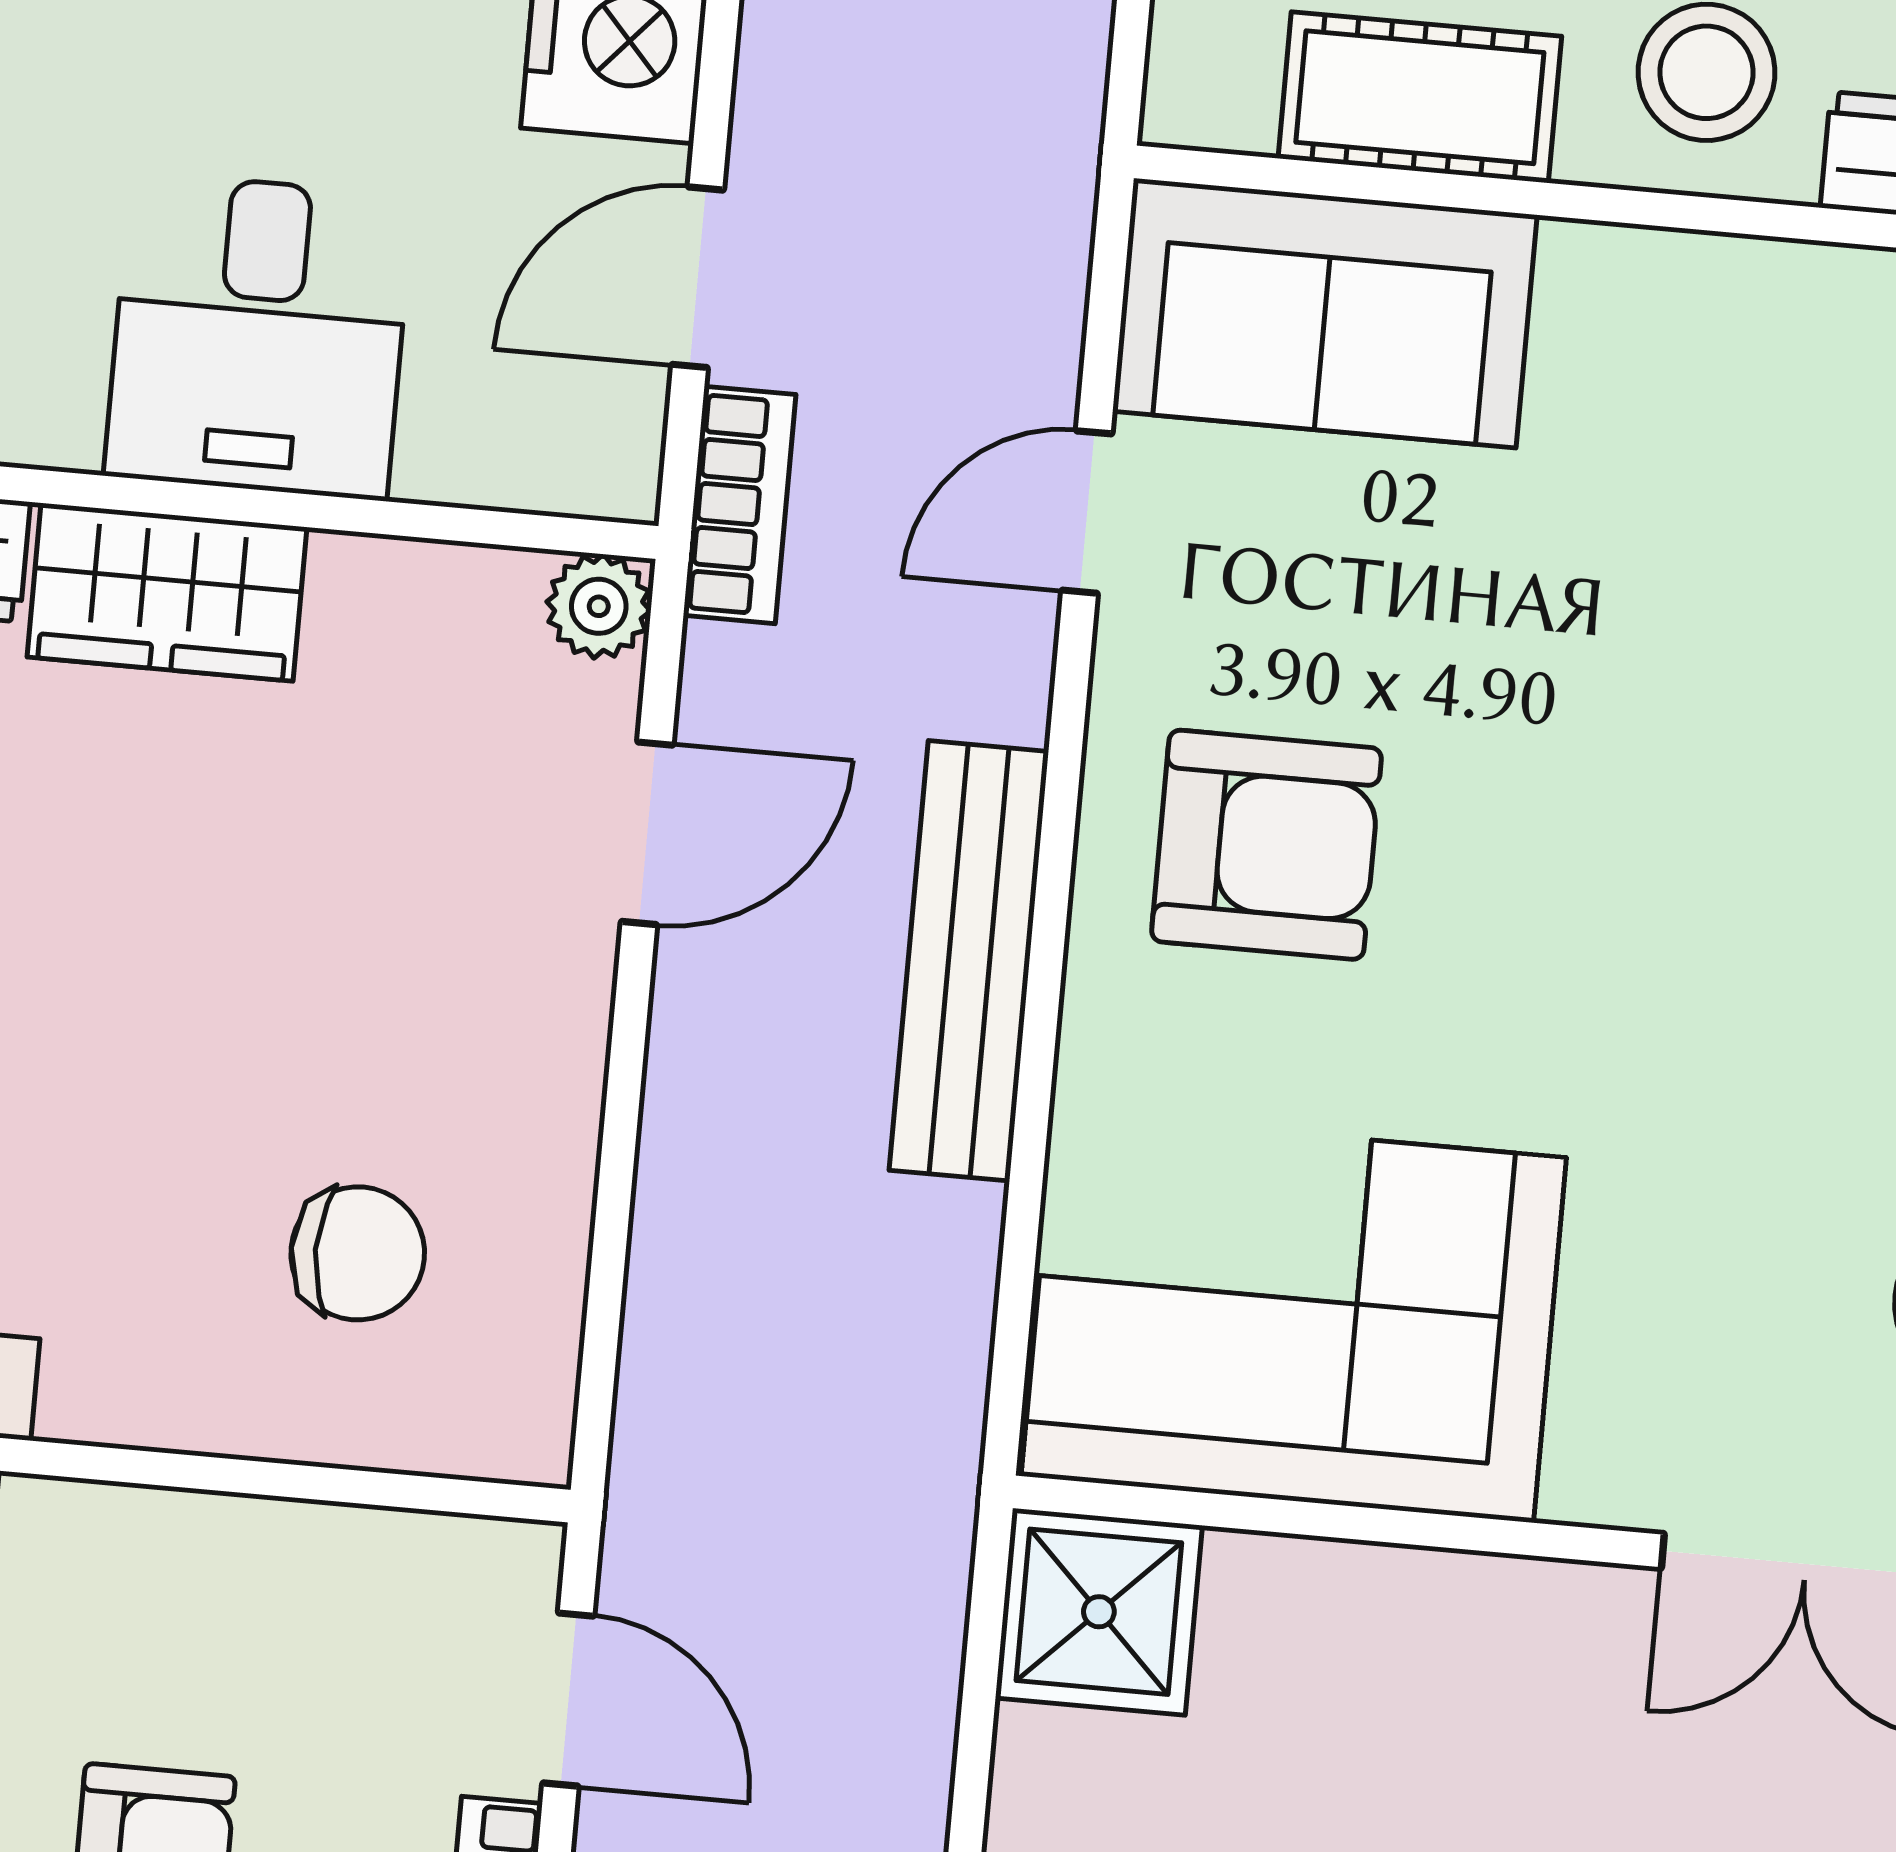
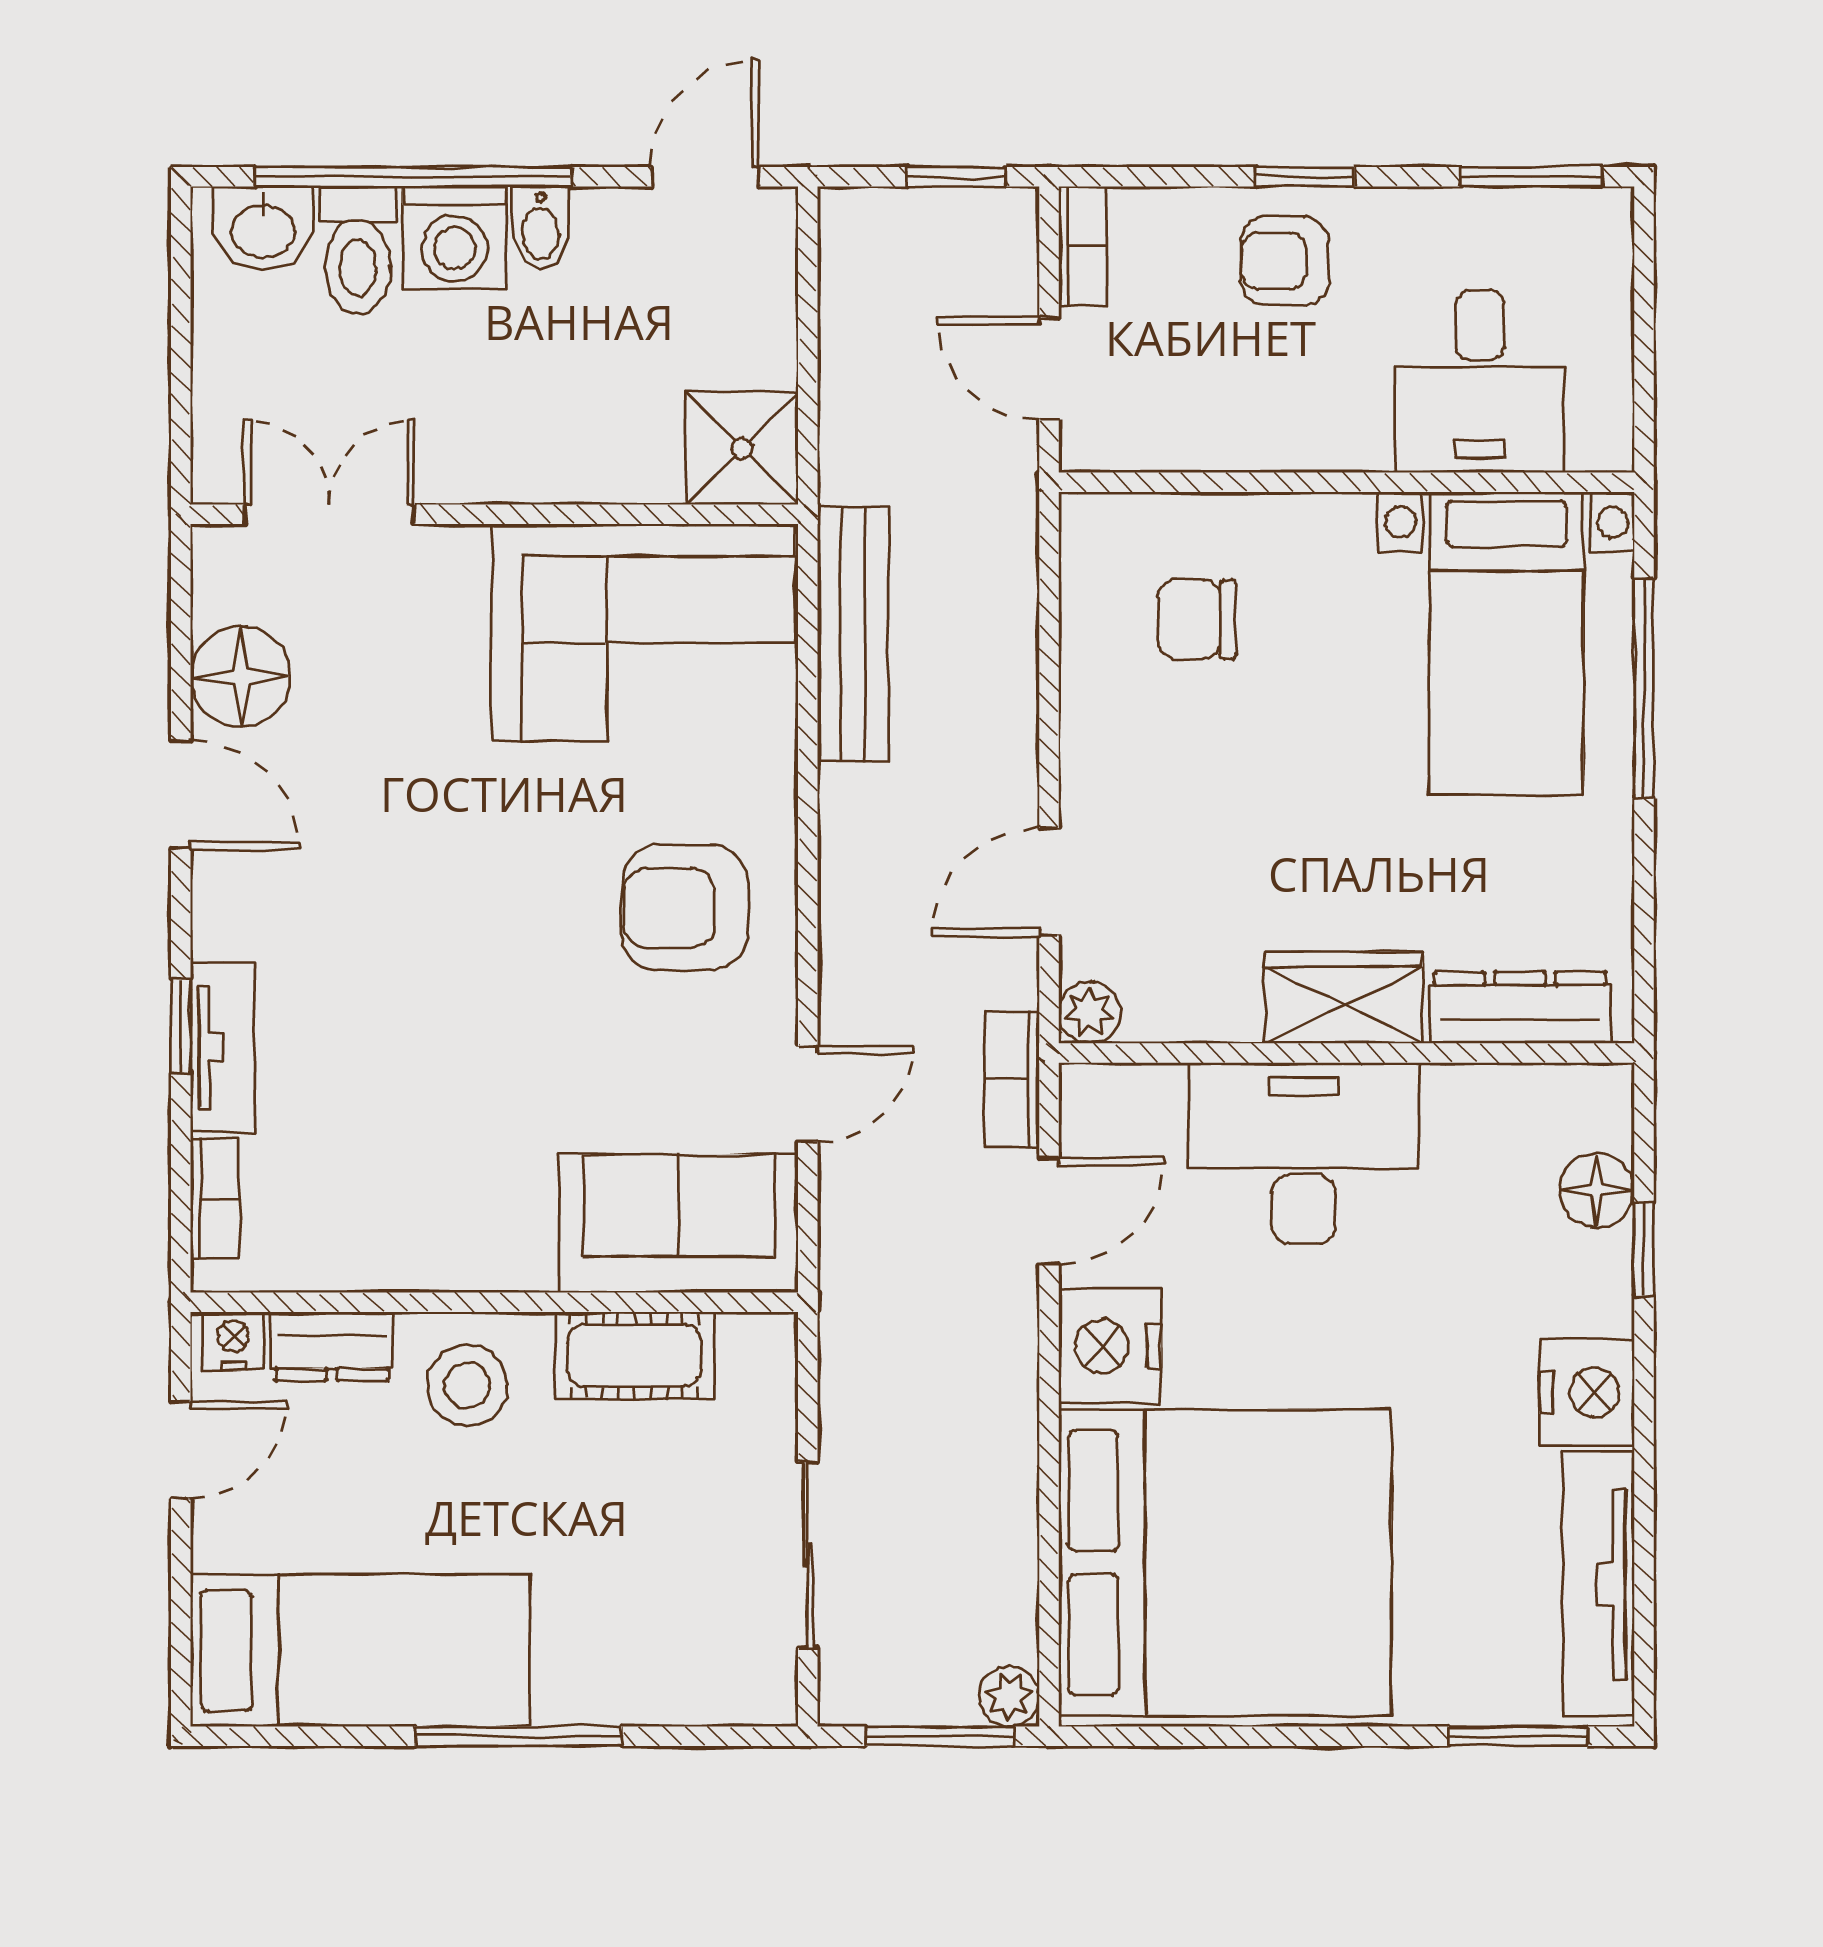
desk: (259, 336) -> (1304, 1153), width x1.37
bench: (969, 961) -> (853, 634), moved

